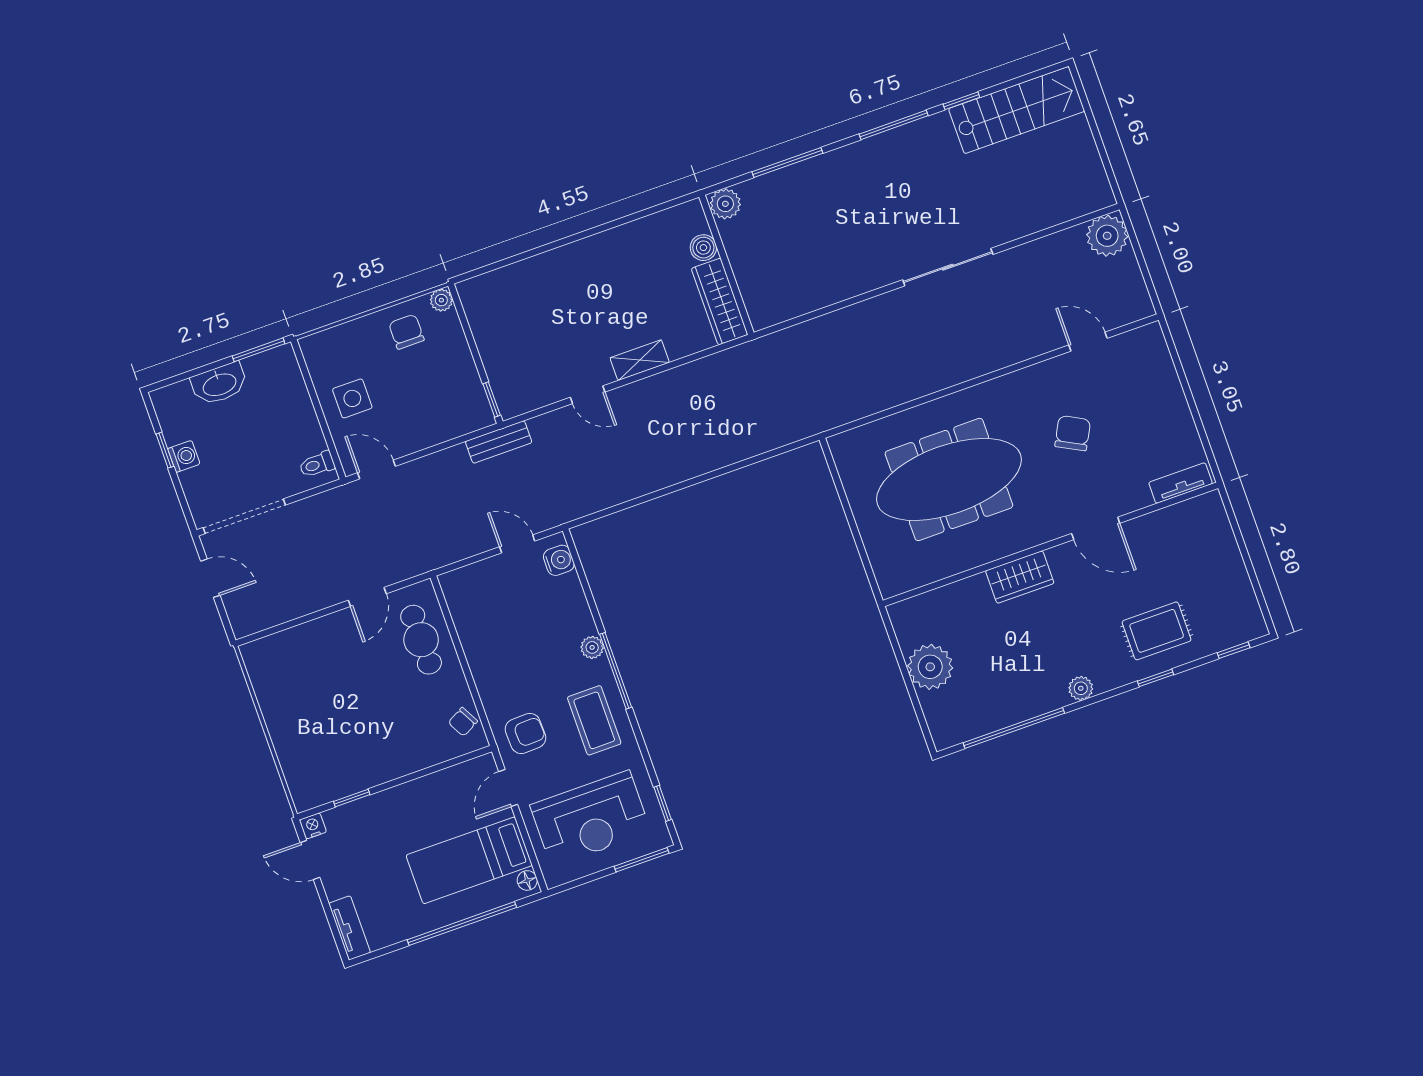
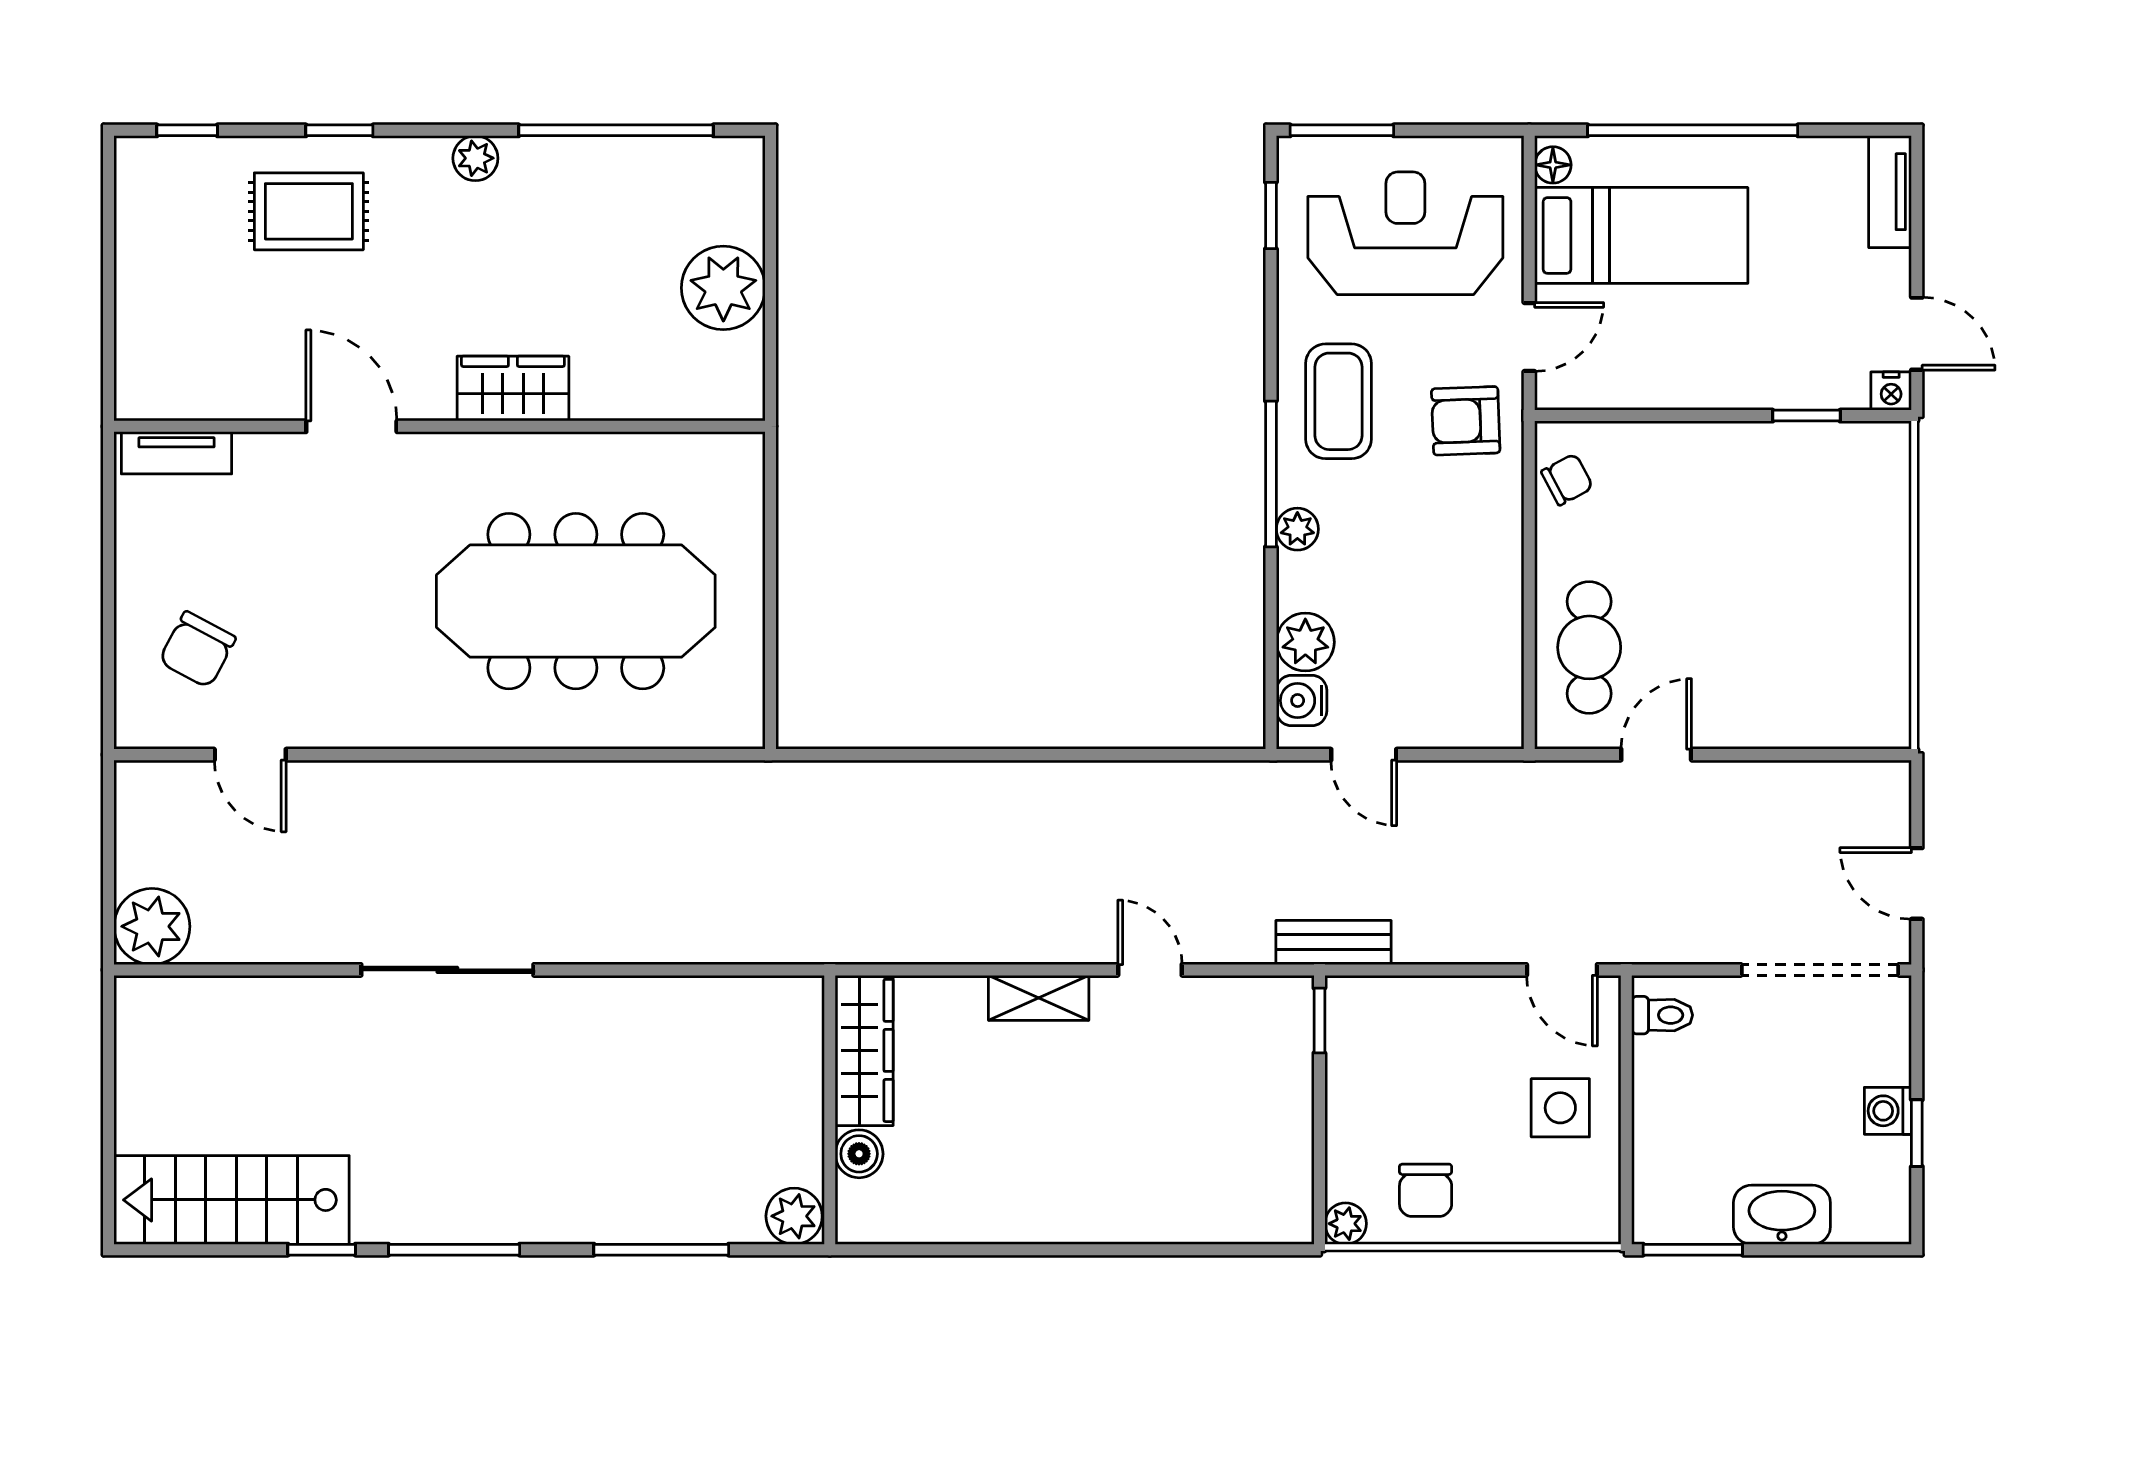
chair: (1073, 433) -> (197, 650), moved
plant: (568, 591) -> (1305, 642), added

